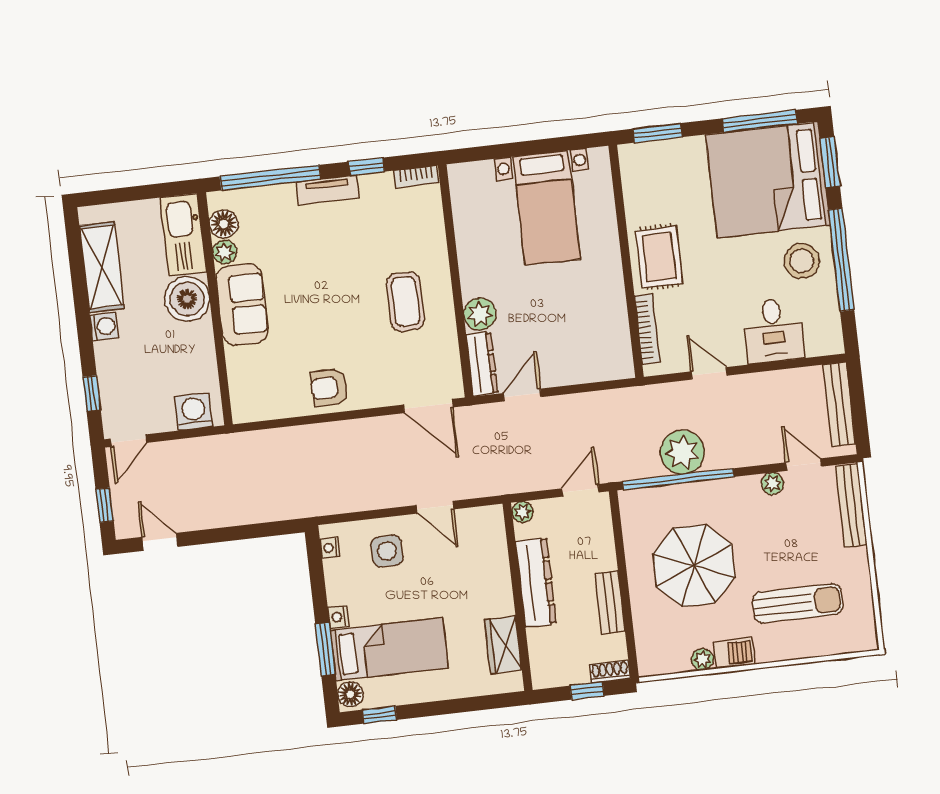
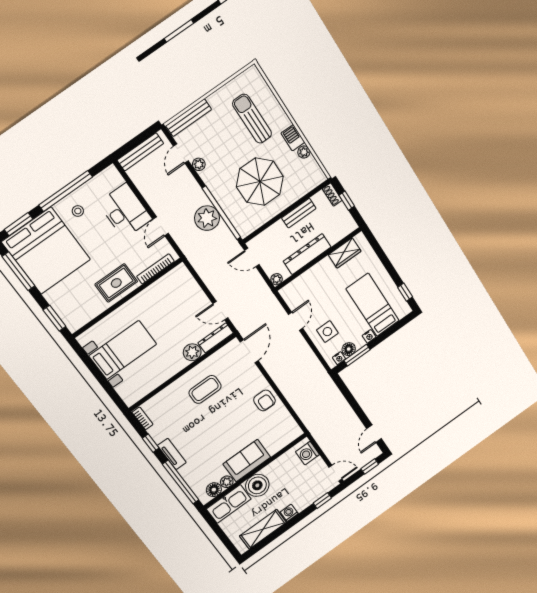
stool: (802, 261) -> (78, 211), width x0.53, depth x0.53
desk: (773, 331) -> (125, 211), width x1.37
window: (325, 649) -> (357, 355), moved
floor lamp: (350, 694) -> (349, 349), moved

